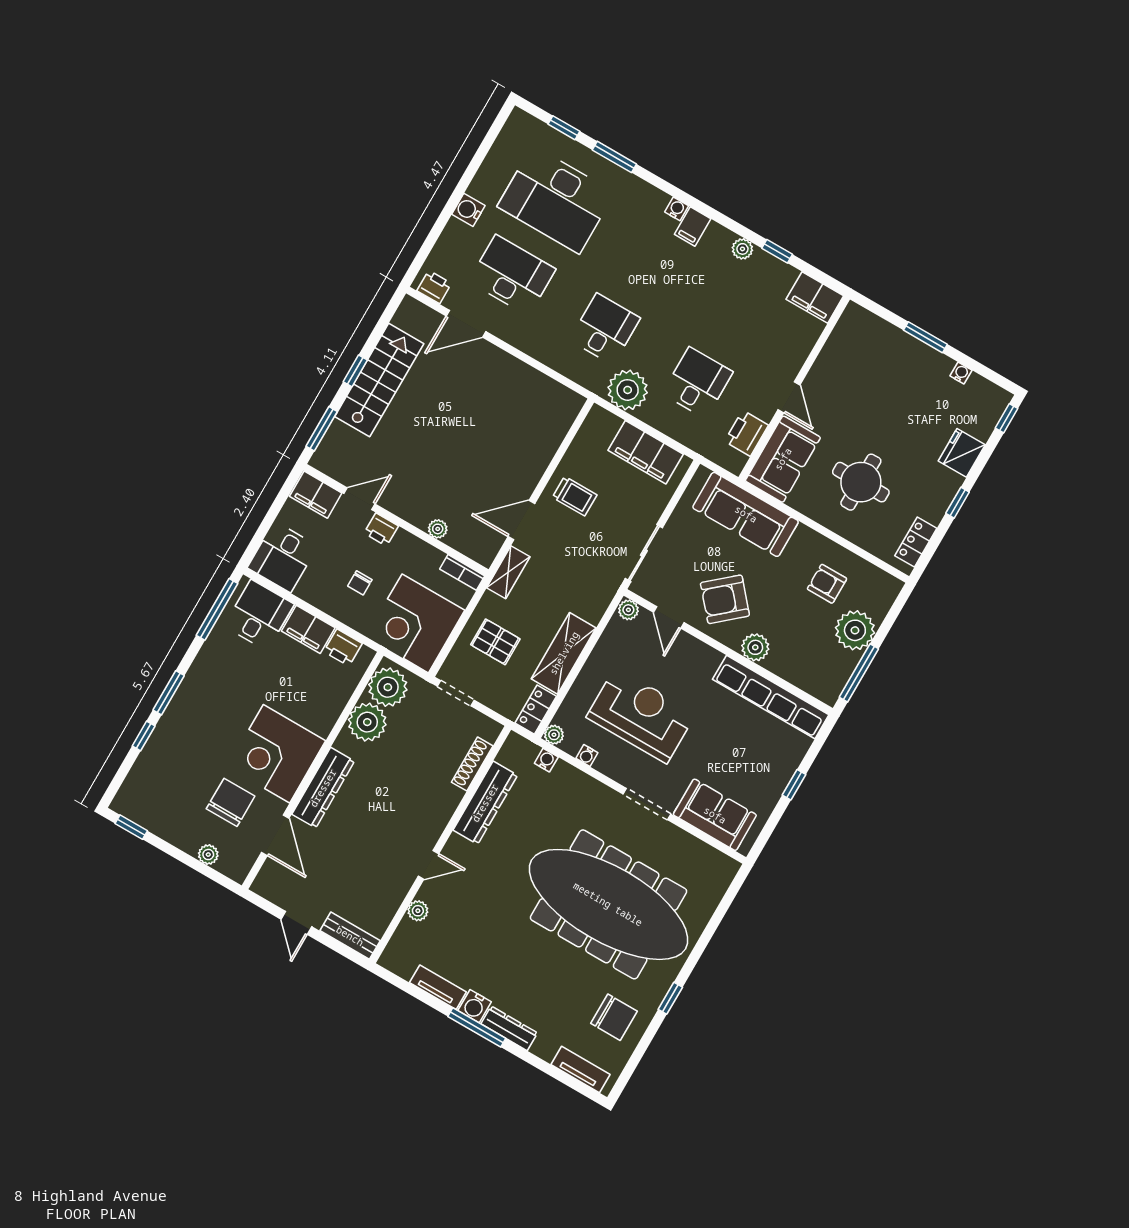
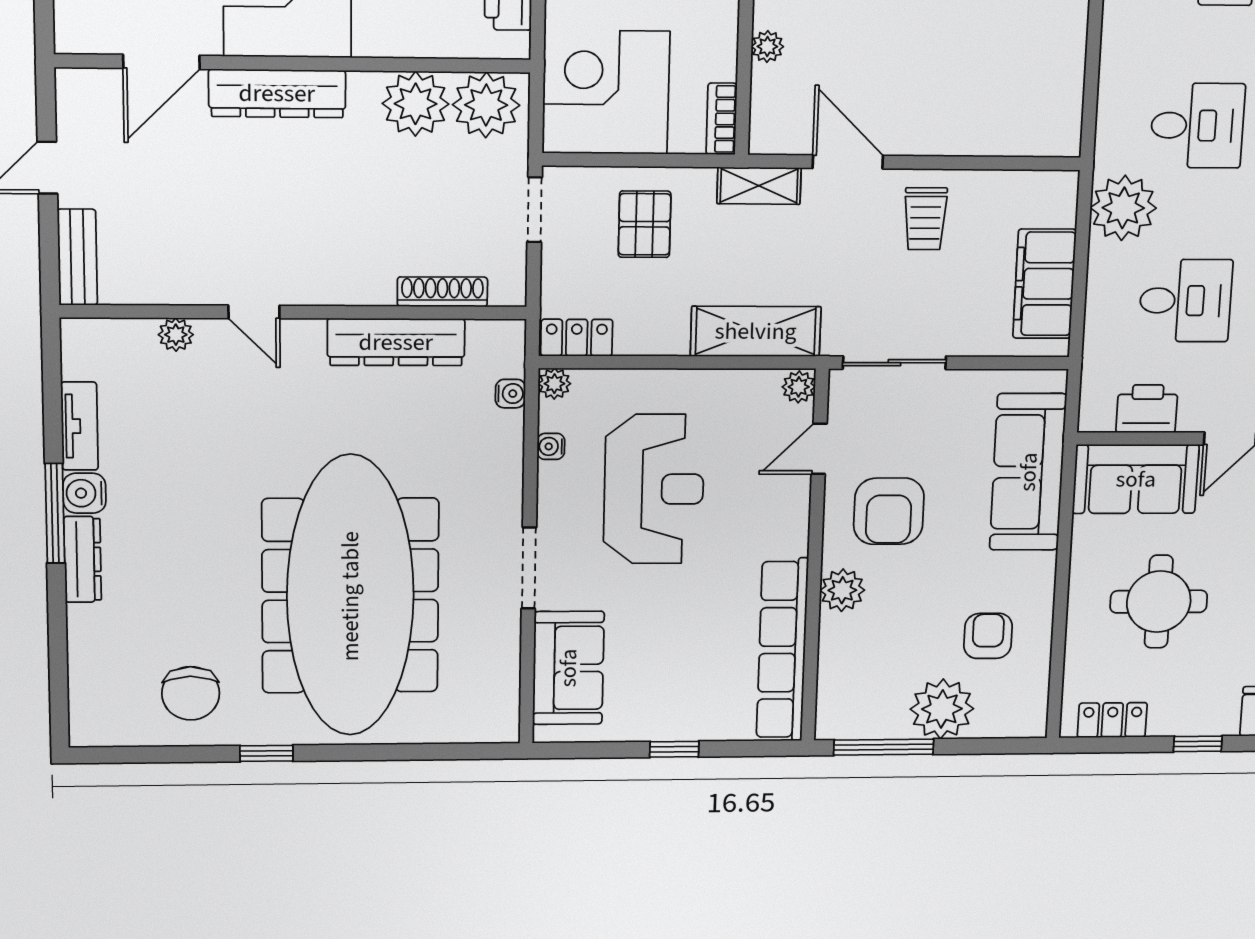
armchair: (725, 599) -> (889, 511), turned -139
shelving: (564, 653) -> (756, 331), moved
tv unit: (581, 1069) -> (86, 690), removed

